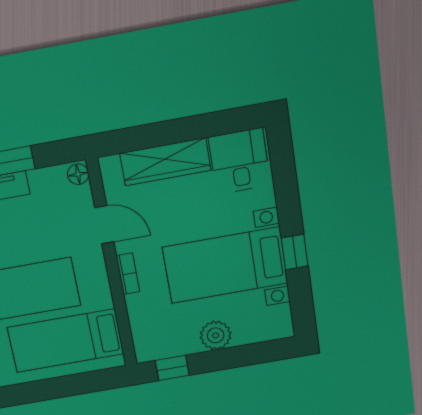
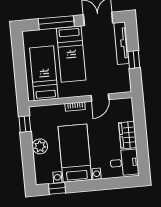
wardrobe: (165, 162) -> (128, 135), width x0.67
floor lamp: (78, 174) -> (125, 88), removed
window: (295, 252) -> (57, 188), moved

